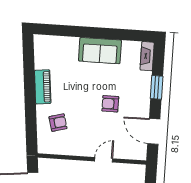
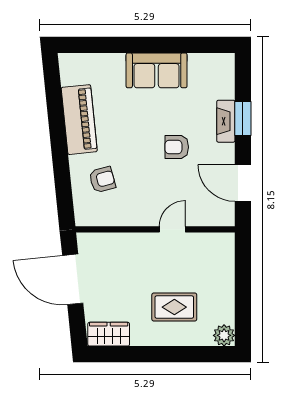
fireplace: (147, 56) -> (226, 121), moved
piano: (43, 87) -> (79, 120), width x1.37, depth x1.33

